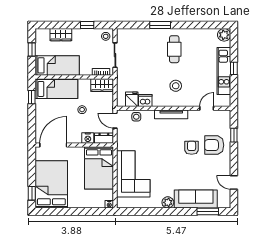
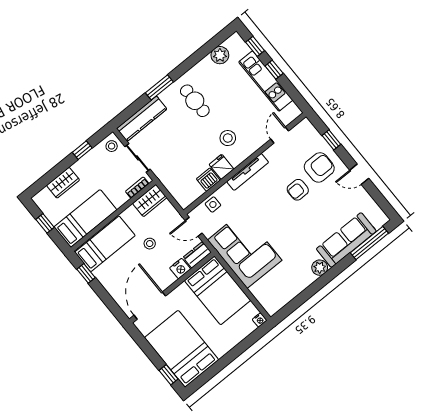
kitchen counter: (136, 35) -> (142, 119), added
plant: (224, 35) -> (220, 55), moved
window: (234, 46) -> (255, 46), added
fridge: (132, 99) -> (222, 167), moved
armchair: (214, 145) -> (319, 167), turned 180
armchair: (192, 148) -> (298, 190), turned -90
corner sofa: (133, 174) -> (245, 250), moved
door: (234, 183) -> (359, 174), moved
window: (208, 212) -> (369, 243), width x1.44

